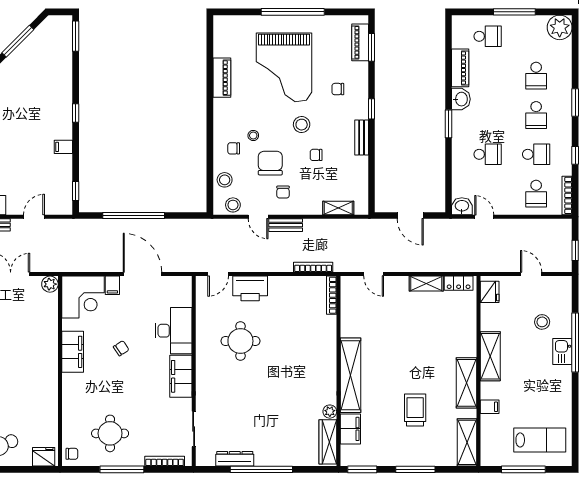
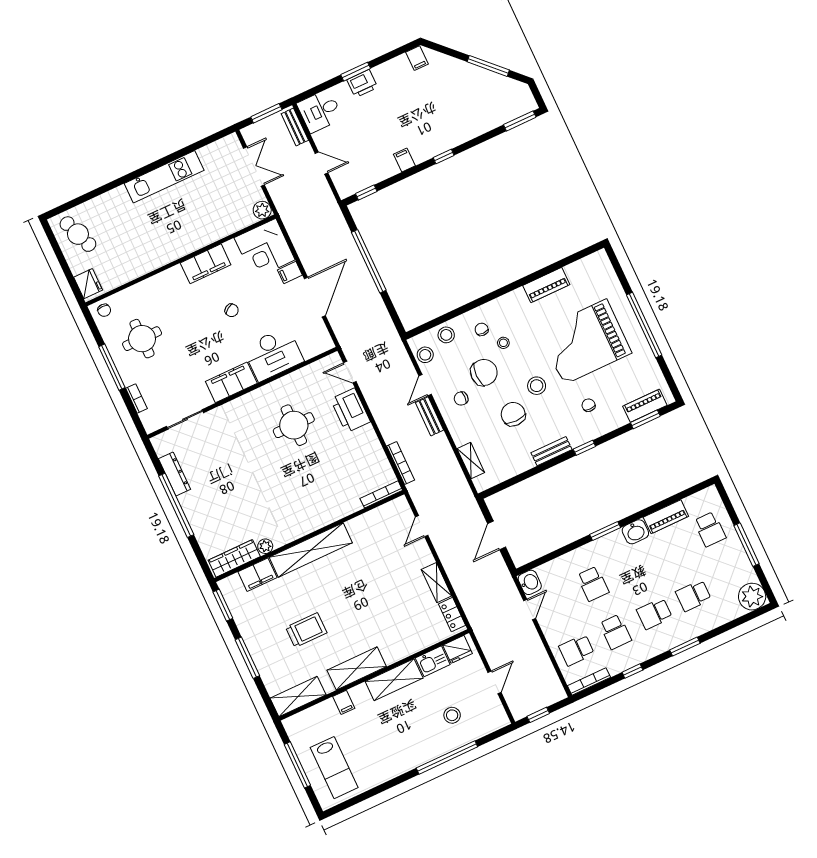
chair: (316, 155) -> (513, 414), width x1.87, depth x1.87
kitchen sink: (562, 352) -> (433, 661), moved, turned 180
bookcase: (165, 461) -> (136, 398), width x0.64

